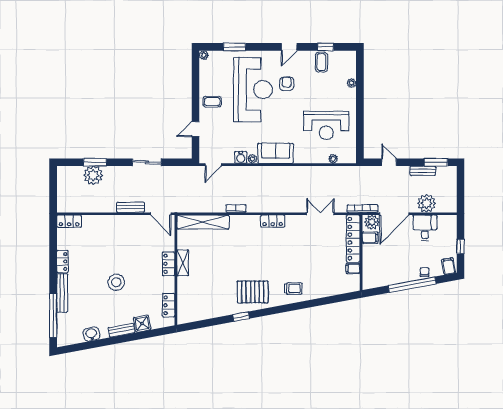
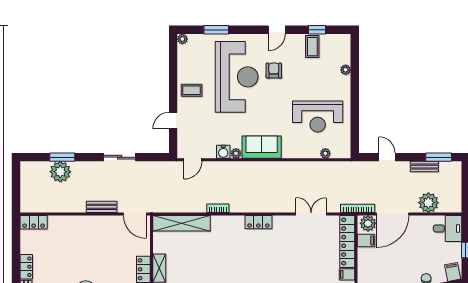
desk: (425, 228) -> (448, 228), moved, turned 90

